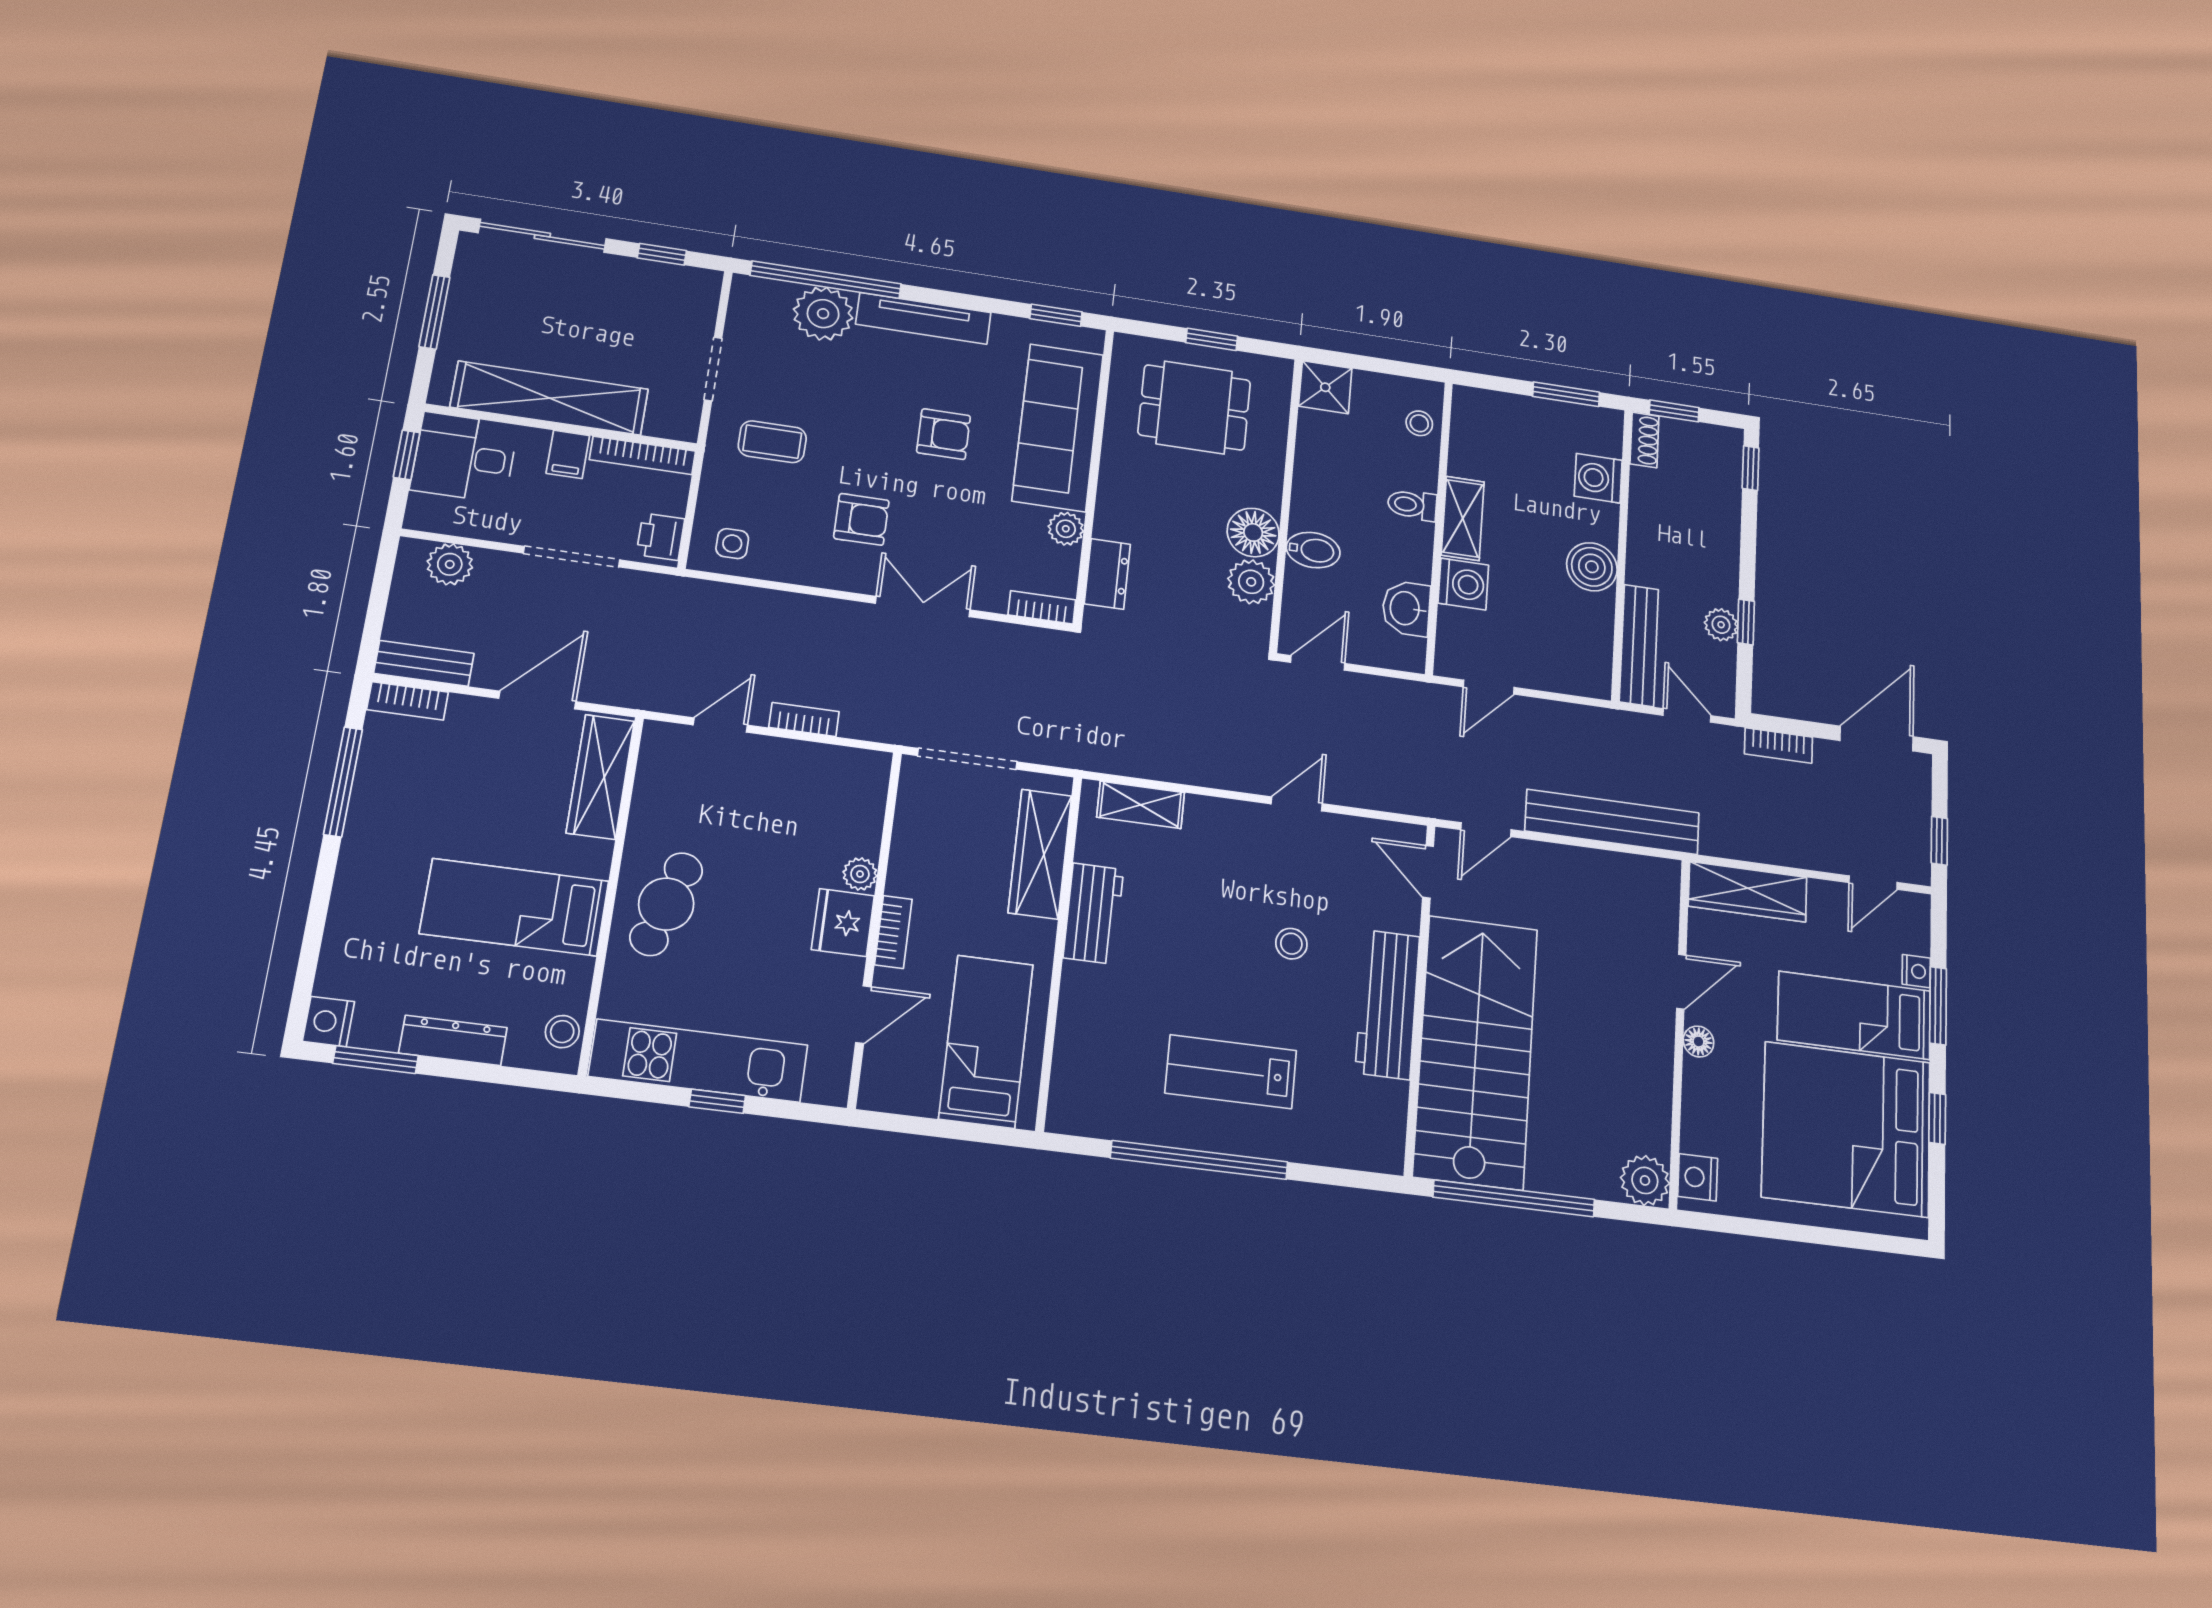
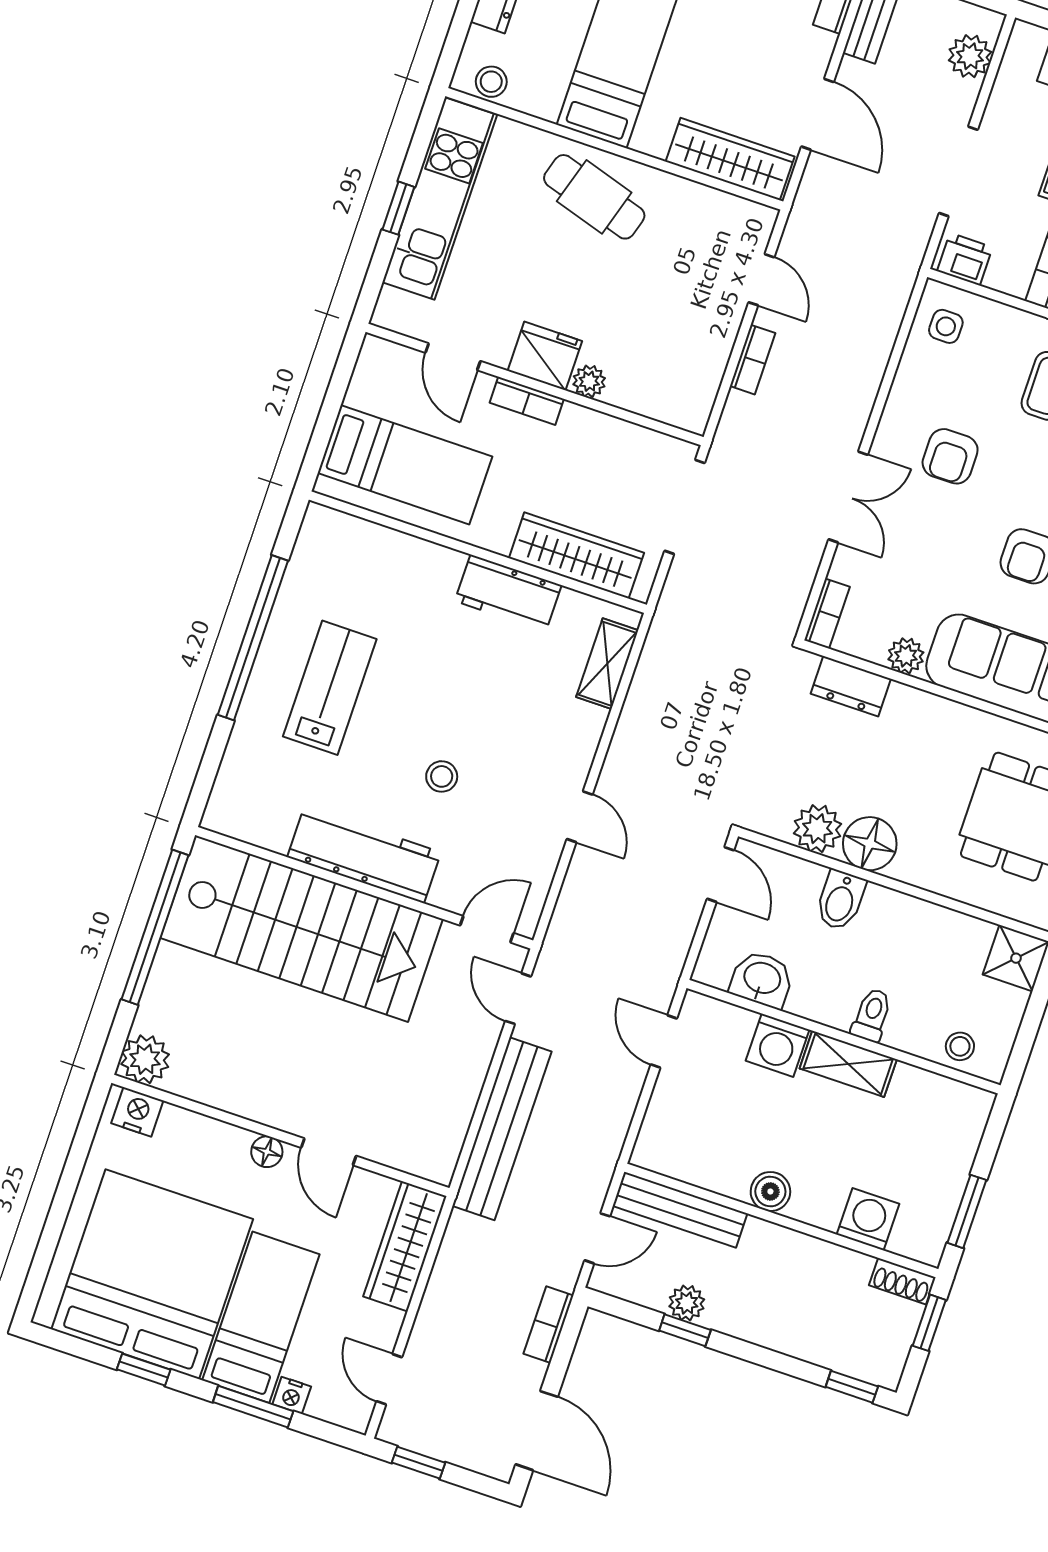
boiler: (1592, 567) -> (770, 1191), width x0.73, depth x0.73

